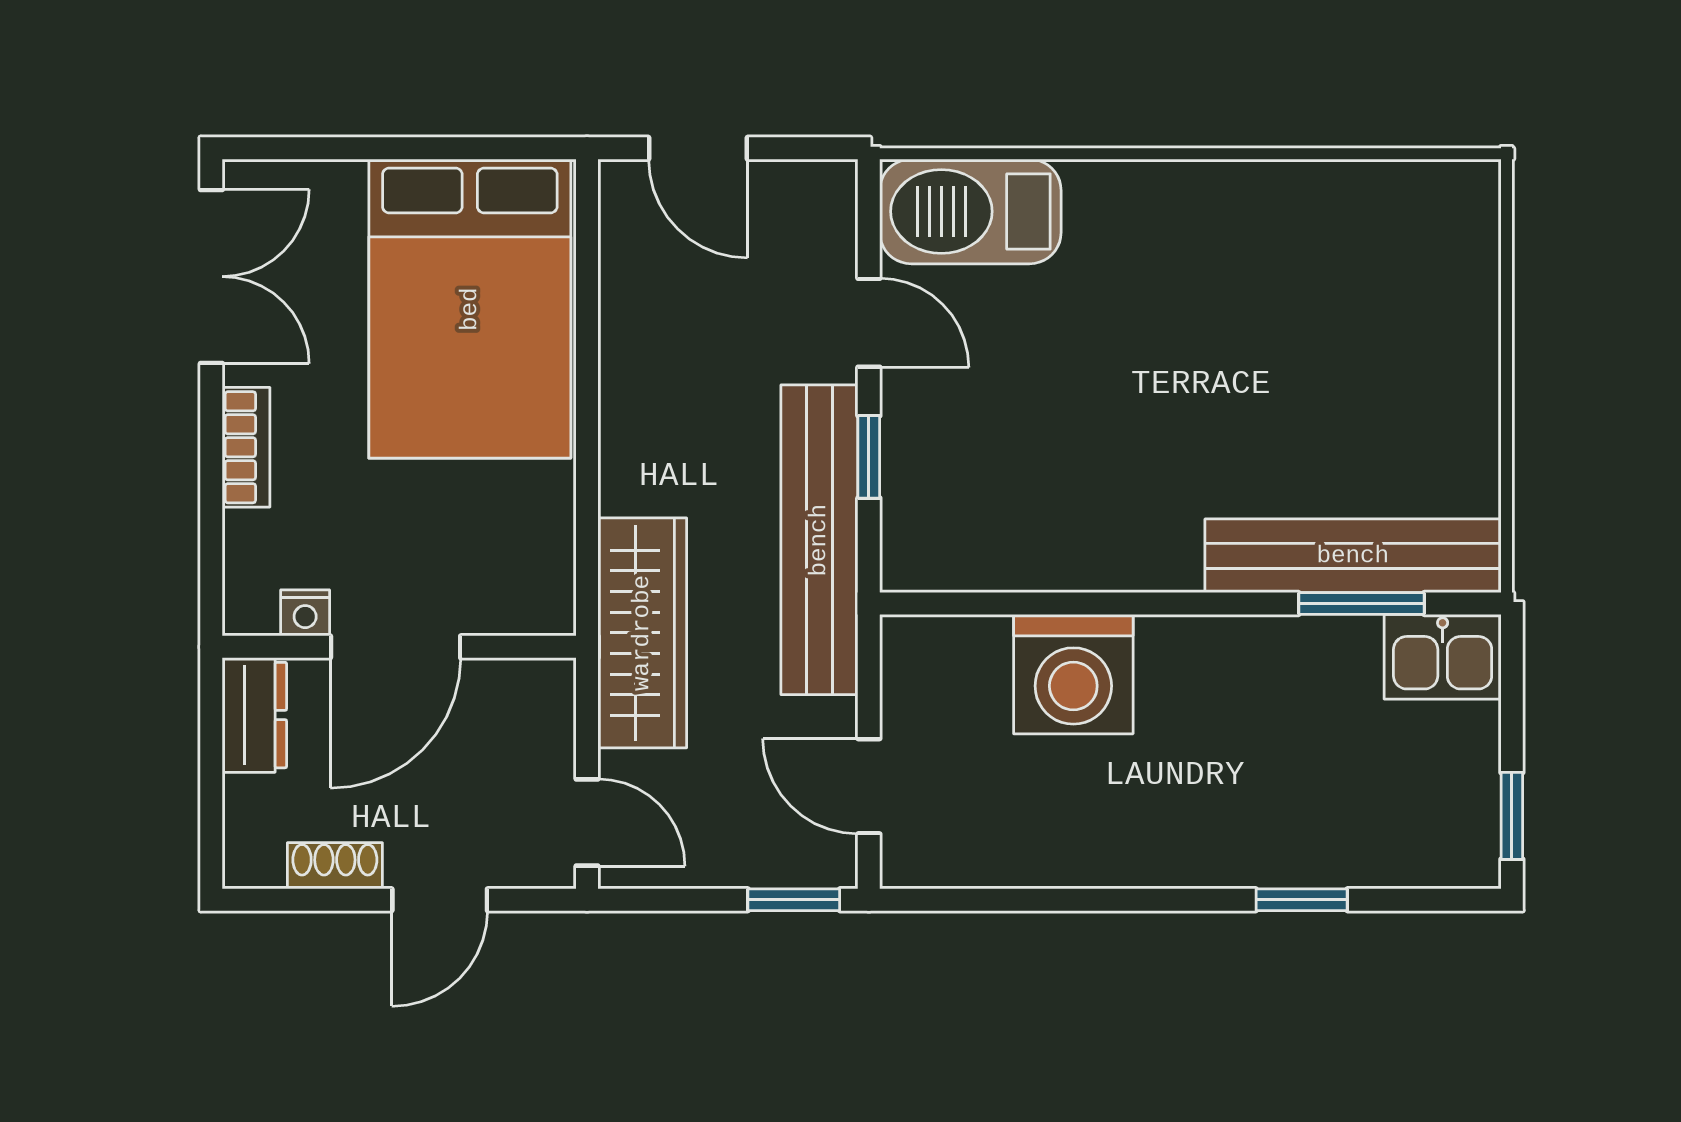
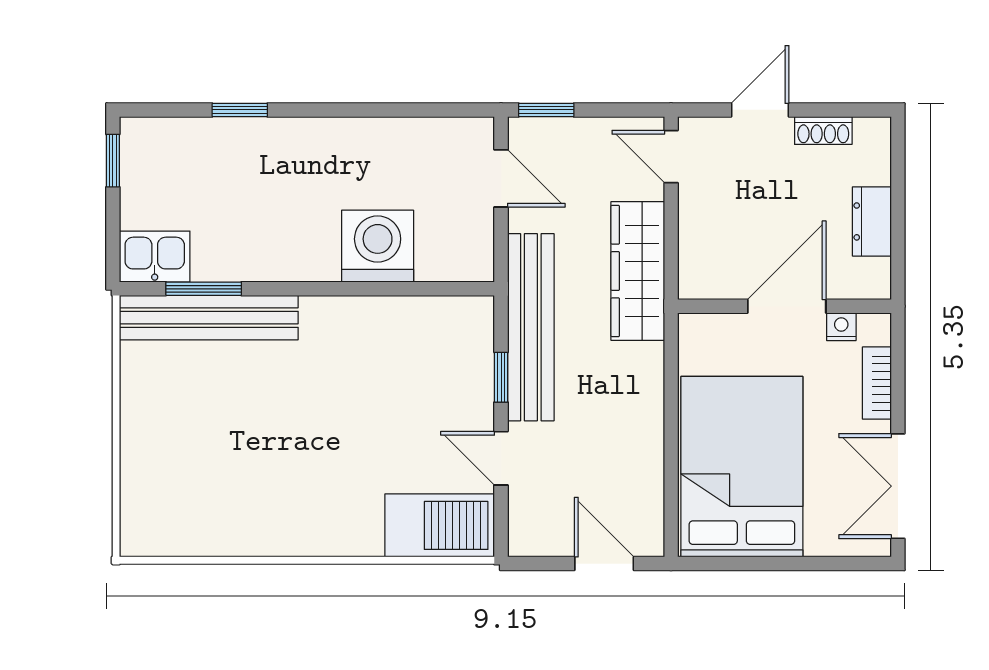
nightstand: (305, 613) -> (841, 327), moved
door: (396, 647) -> (787, 306), moved
wall: (399, 647) -> (784, 306), moved

